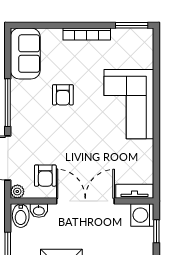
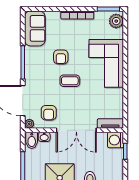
plant: (143, 43) -> (116, 21), added
coffee table: (76, 129) -> (70, 81), added
double door: (85, 201) -> (76, 130), swing flipped

